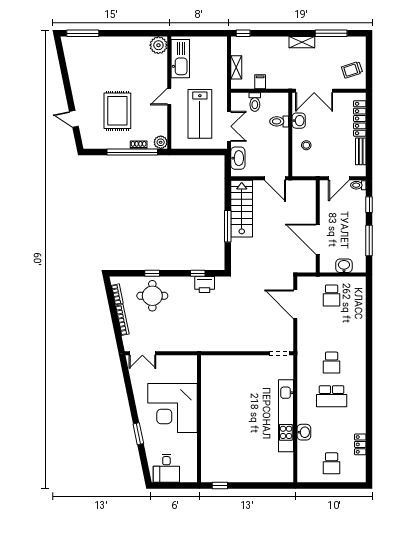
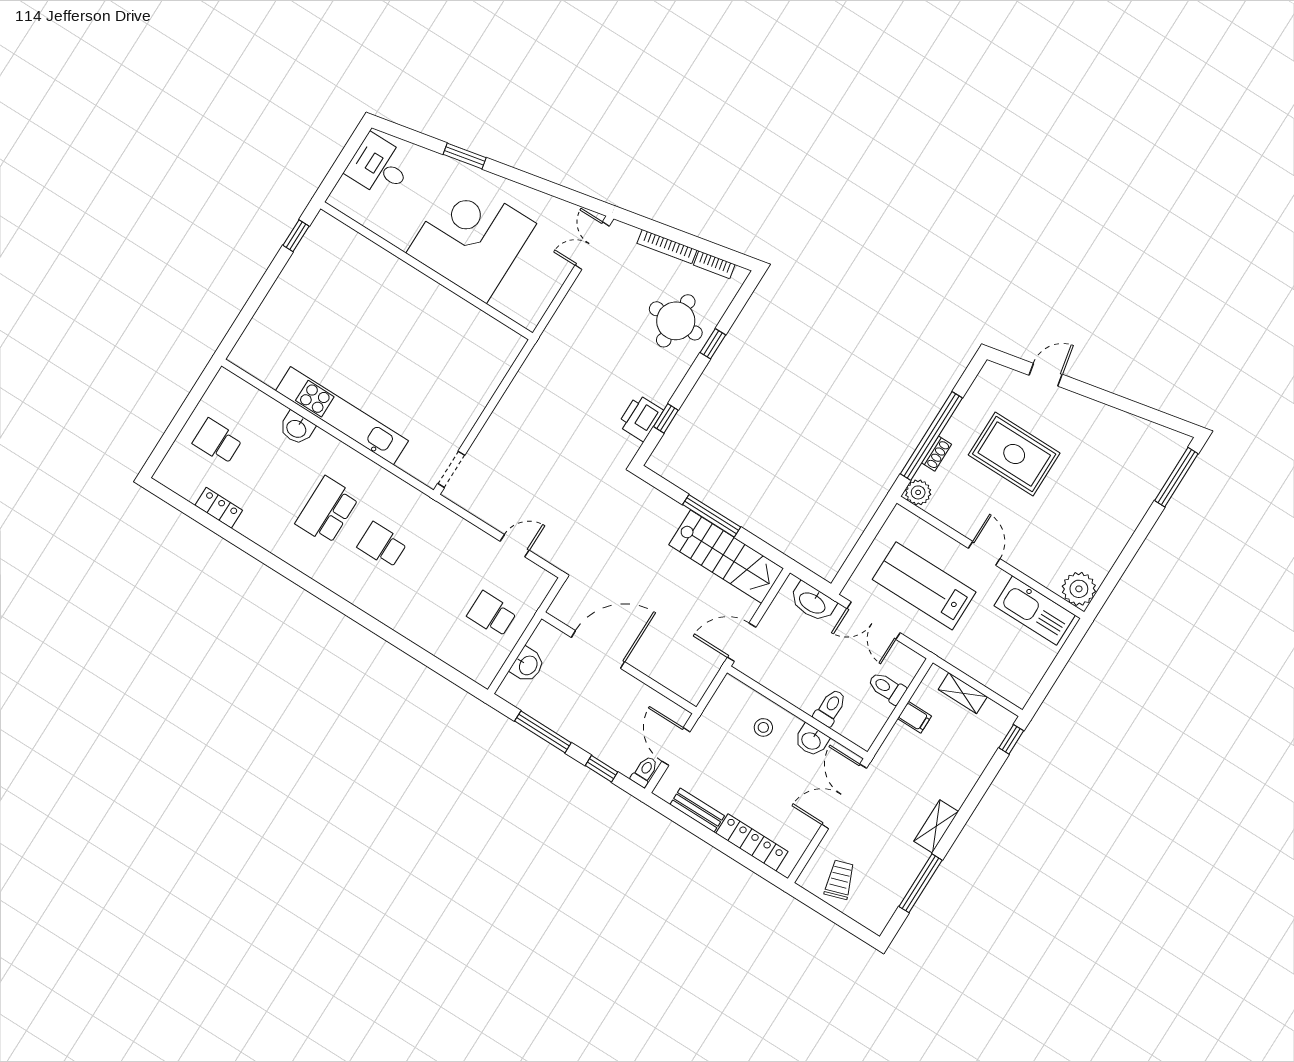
door: (295, 304) -> (515, 546), width x0.53

